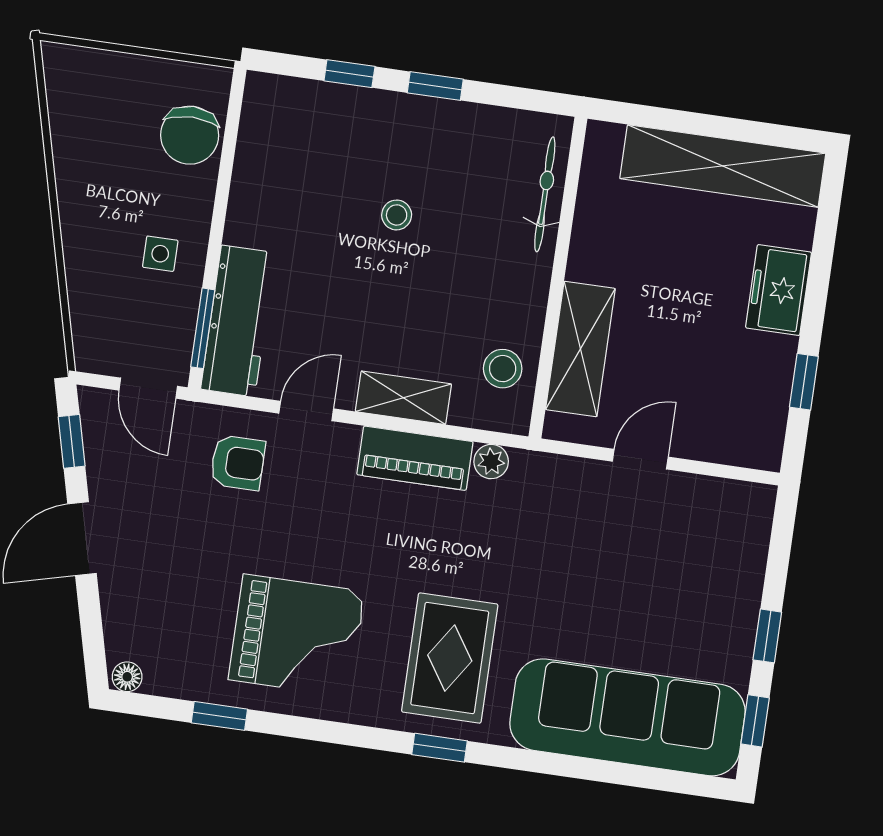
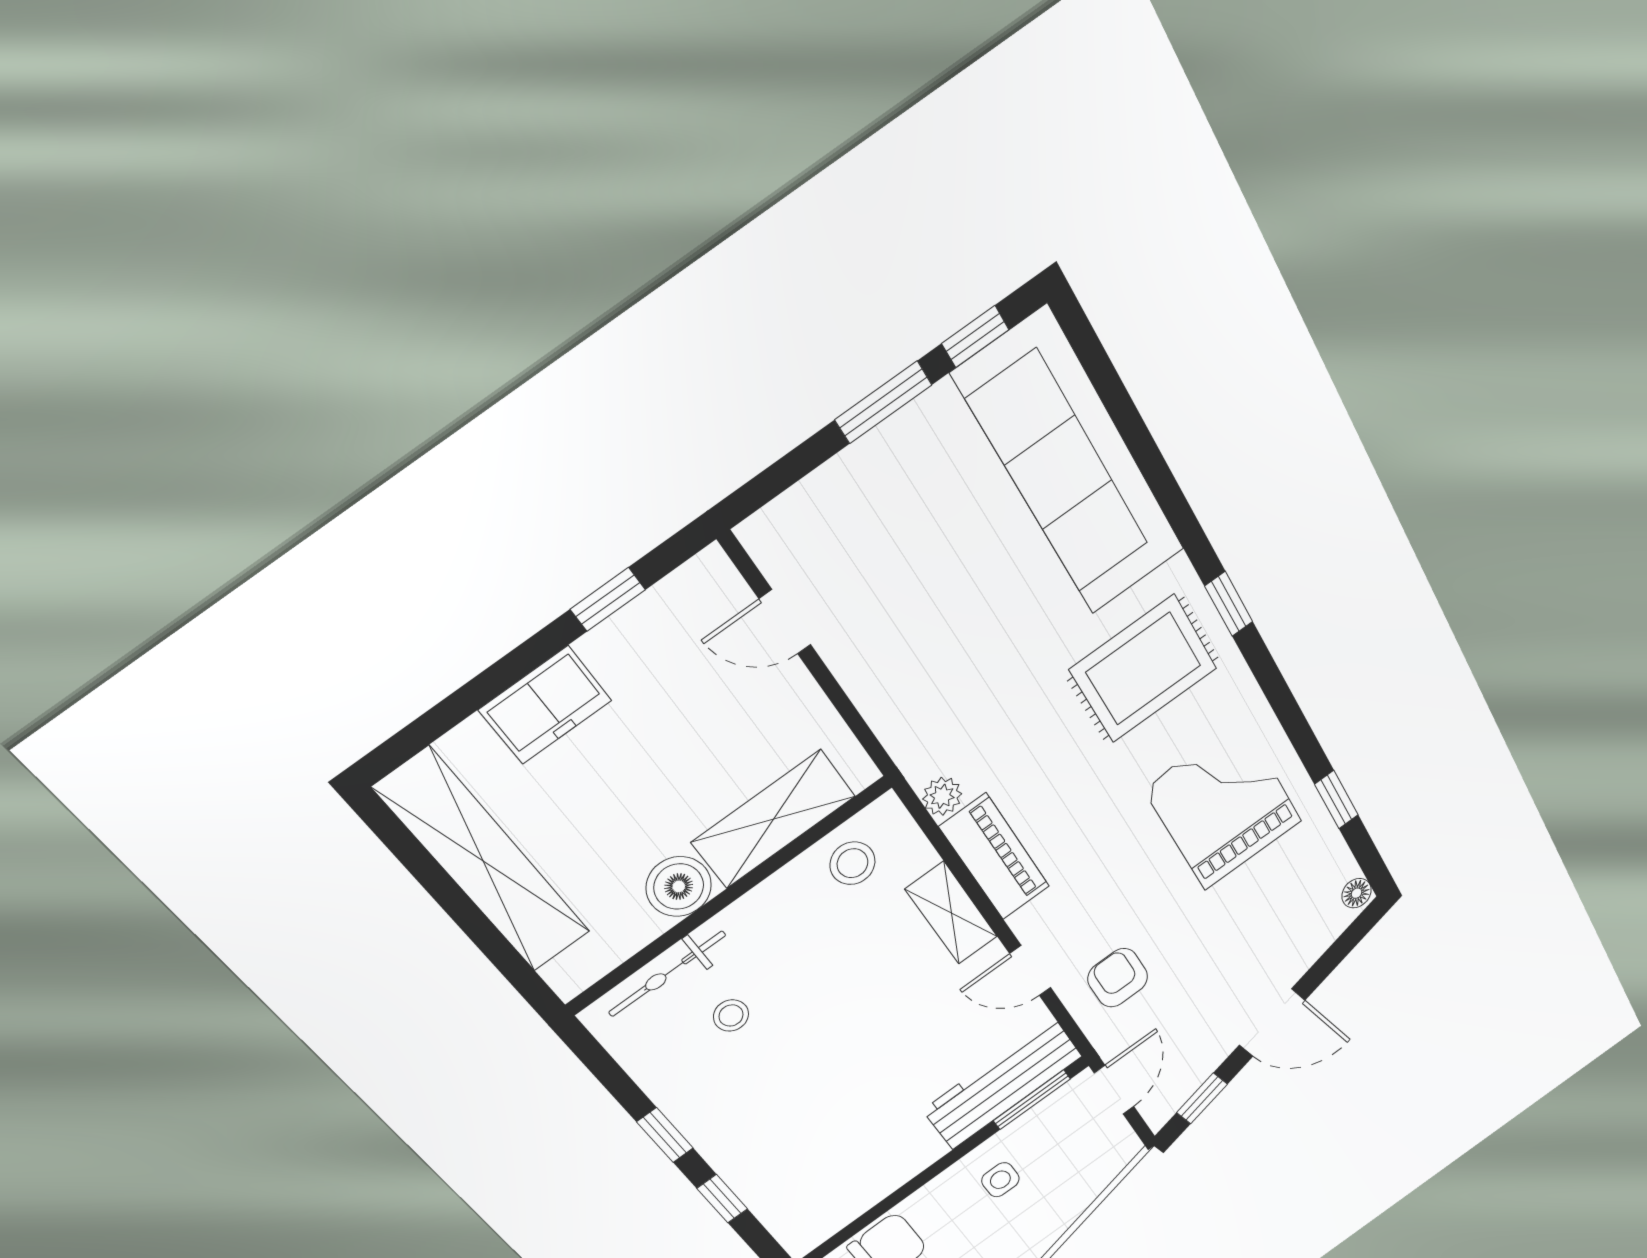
stool: (397, 215) -> (731, 1015), moved
boiler: (594, 255) -> (679, 887), added
door: (640, 459) -> (785, 622), moved
window: (767, 636) -> (883, 402), width x1.50

